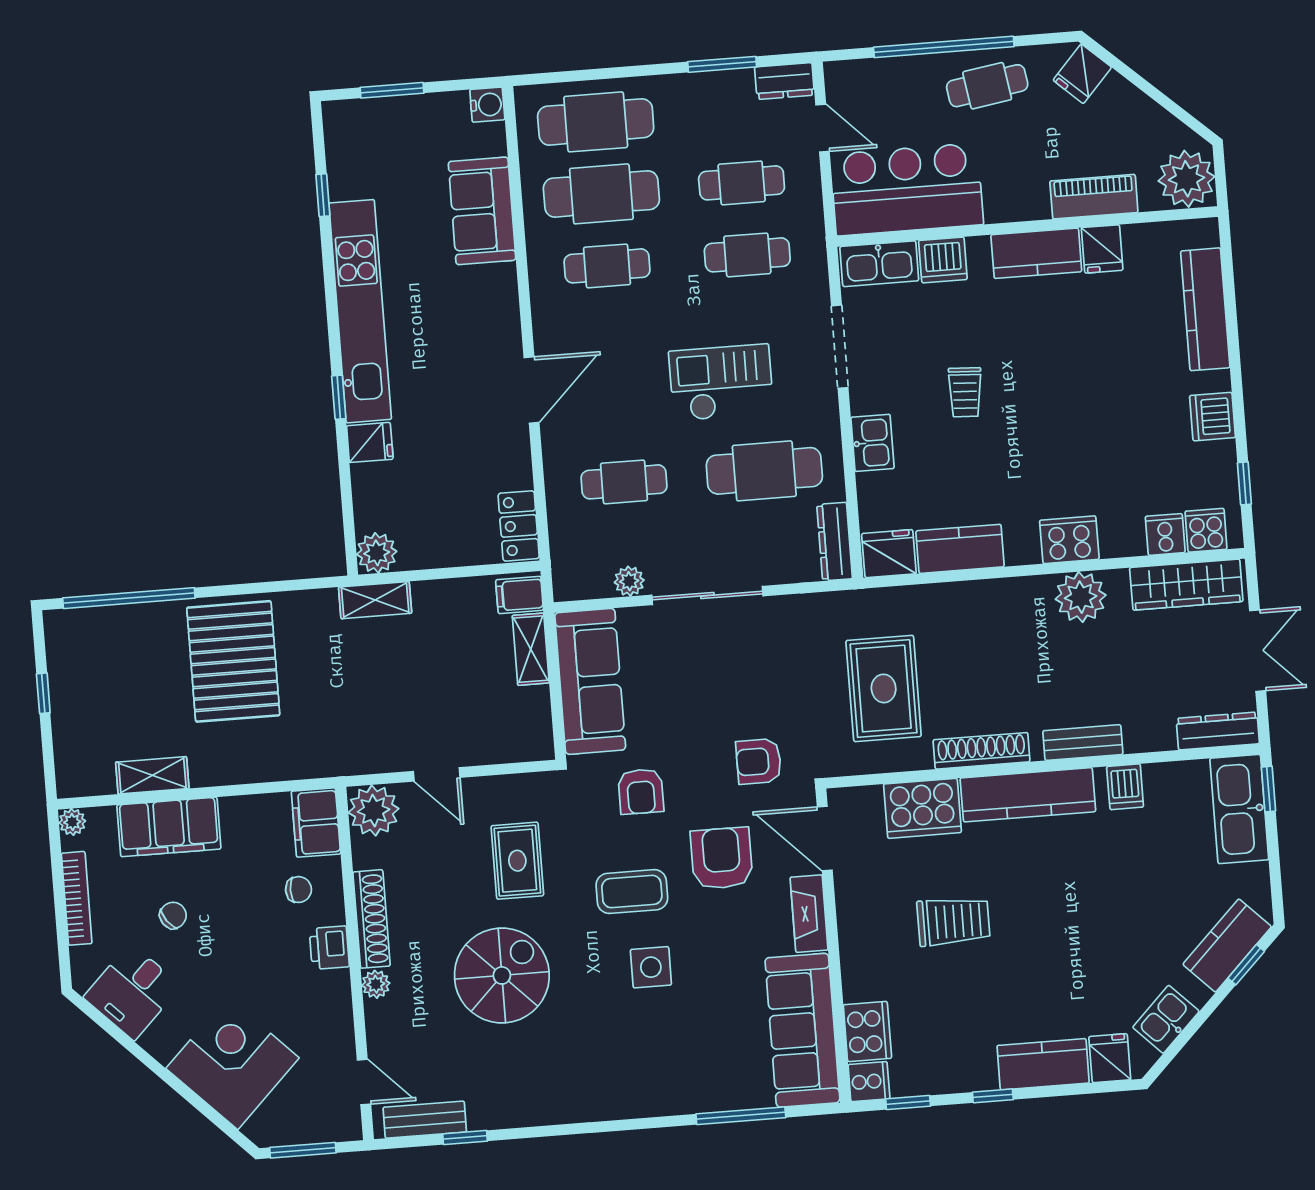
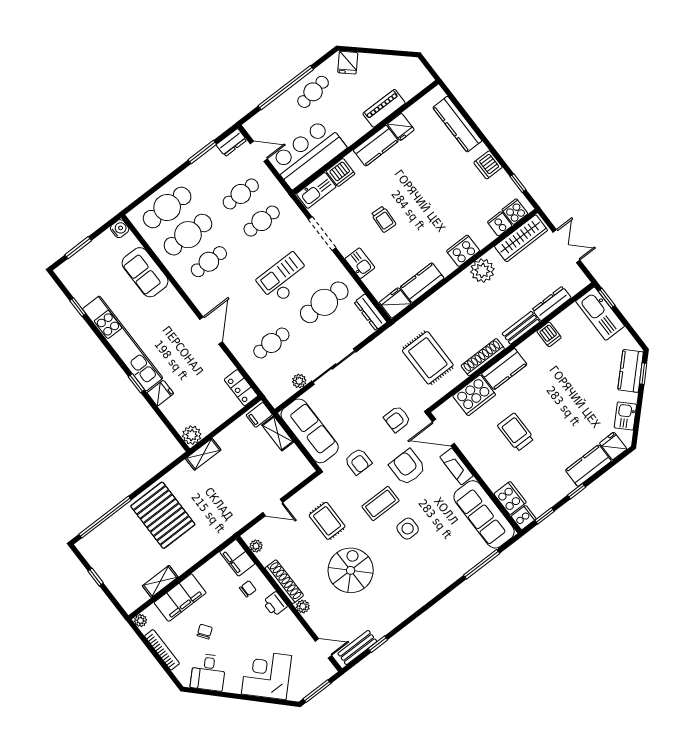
plant: (1187, 179) -> (416, 77), removed
dresser: (1218, 731) -> (552, 303), moved
kitchen counter: (1028, 795) -> (504, 369), width x0.67
plant: (374, 811) -> (256, 546), width x0.53, depth x0.53
trolley: (953, 921) -> (516, 432), turned -90

